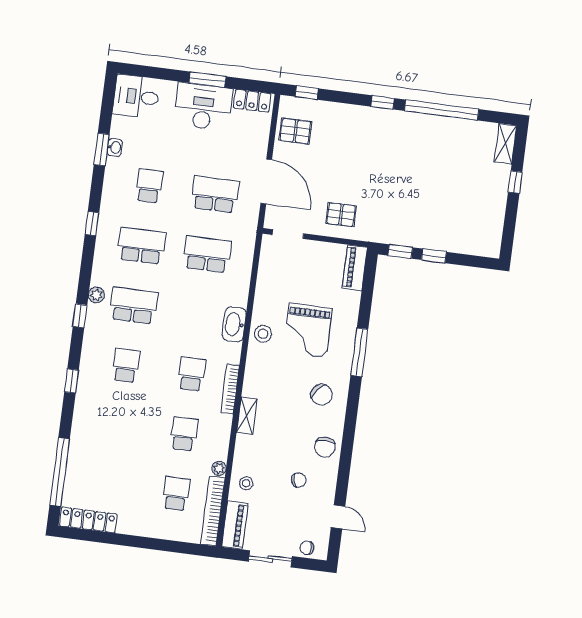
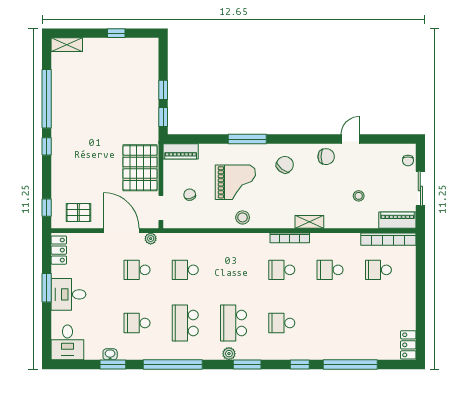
desk: (203, 107) -> (68, 294), width x0.73
pallet: (295, 131) -> (78, 213), turned 90
door: (266, 181) -> (121, 231), hinge flipped
window: (515, 182) -> (116, 33), moved
school desk: (215, 194) -> (137, 270), width x0.54
pallet: (341, 215) -> (140, 168), width x2.05, depth x2.00
window: (92, 224) -> (173, 365), width x3.17
school desk: (207, 254) -> (185, 270), width x0.54
window: (80, 316) -> (247, 365), width x1.50
washbasin: (234, 324) -> (238, 241), removed
plant: (219, 468) -> (151, 239), moved
window: (60, 472) -> (350, 365), moved
chair: (299, 480) -> (190, 195), moved
stool: (246, 483) -> (359, 196), moved
door: (338, 517) -> (350, 139), moved
locker: (88, 520) -> (408, 345), width x0.66

